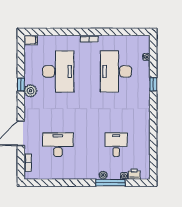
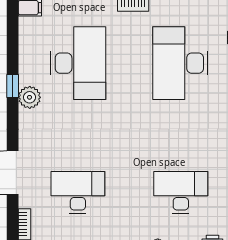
desk: (116, 145) -> (181, 192), width x1.37

